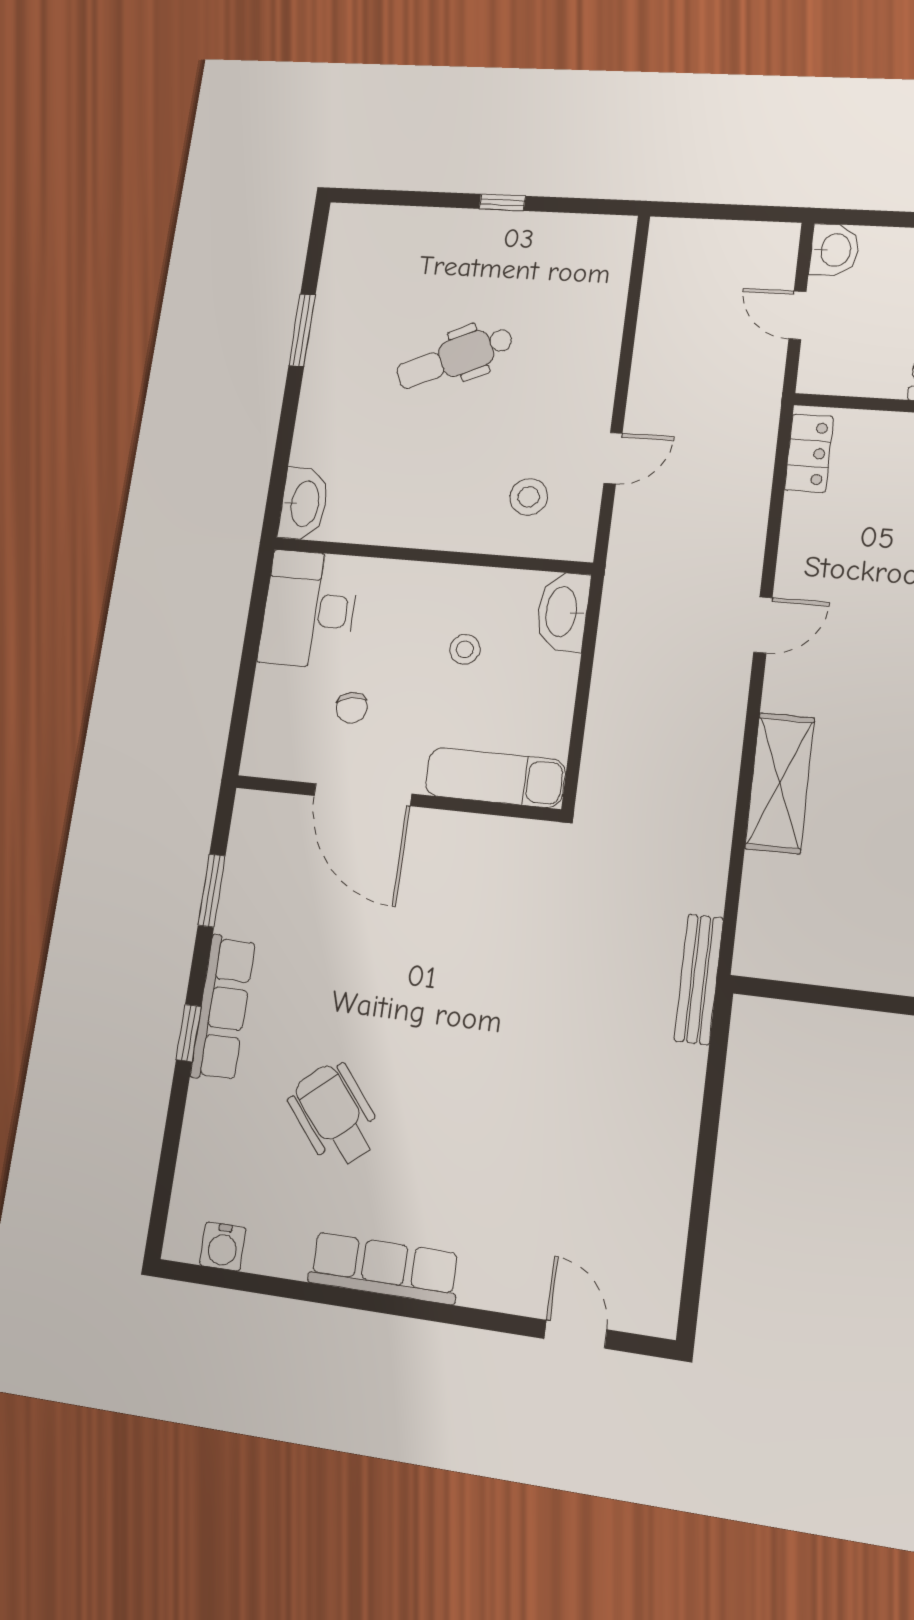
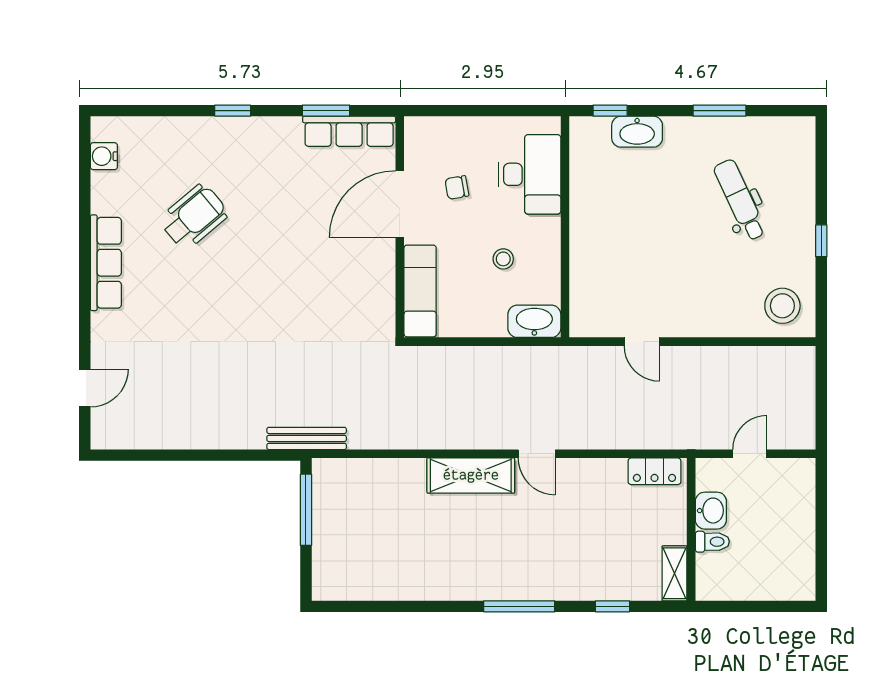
washbasin: (834, 250) -> (711, 511), moved, turned -90
dental chair: (455, 358) -> (740, 200), moved
window: (278, 480) -> (610, 111), added
stool: (529, 497) -> (782, 306), moved, width x1.38, depth x1.38
washbasin: (304, 504) -> (637, 132), moved
desk: (309, 609) -> (530, 174), moved, turned 90
shelving: (780, 783) -> (471, 475), moved
window: (813, 994) -> (306, 510), added
row of seats: (223, 1008) -> (349, 131), moved

